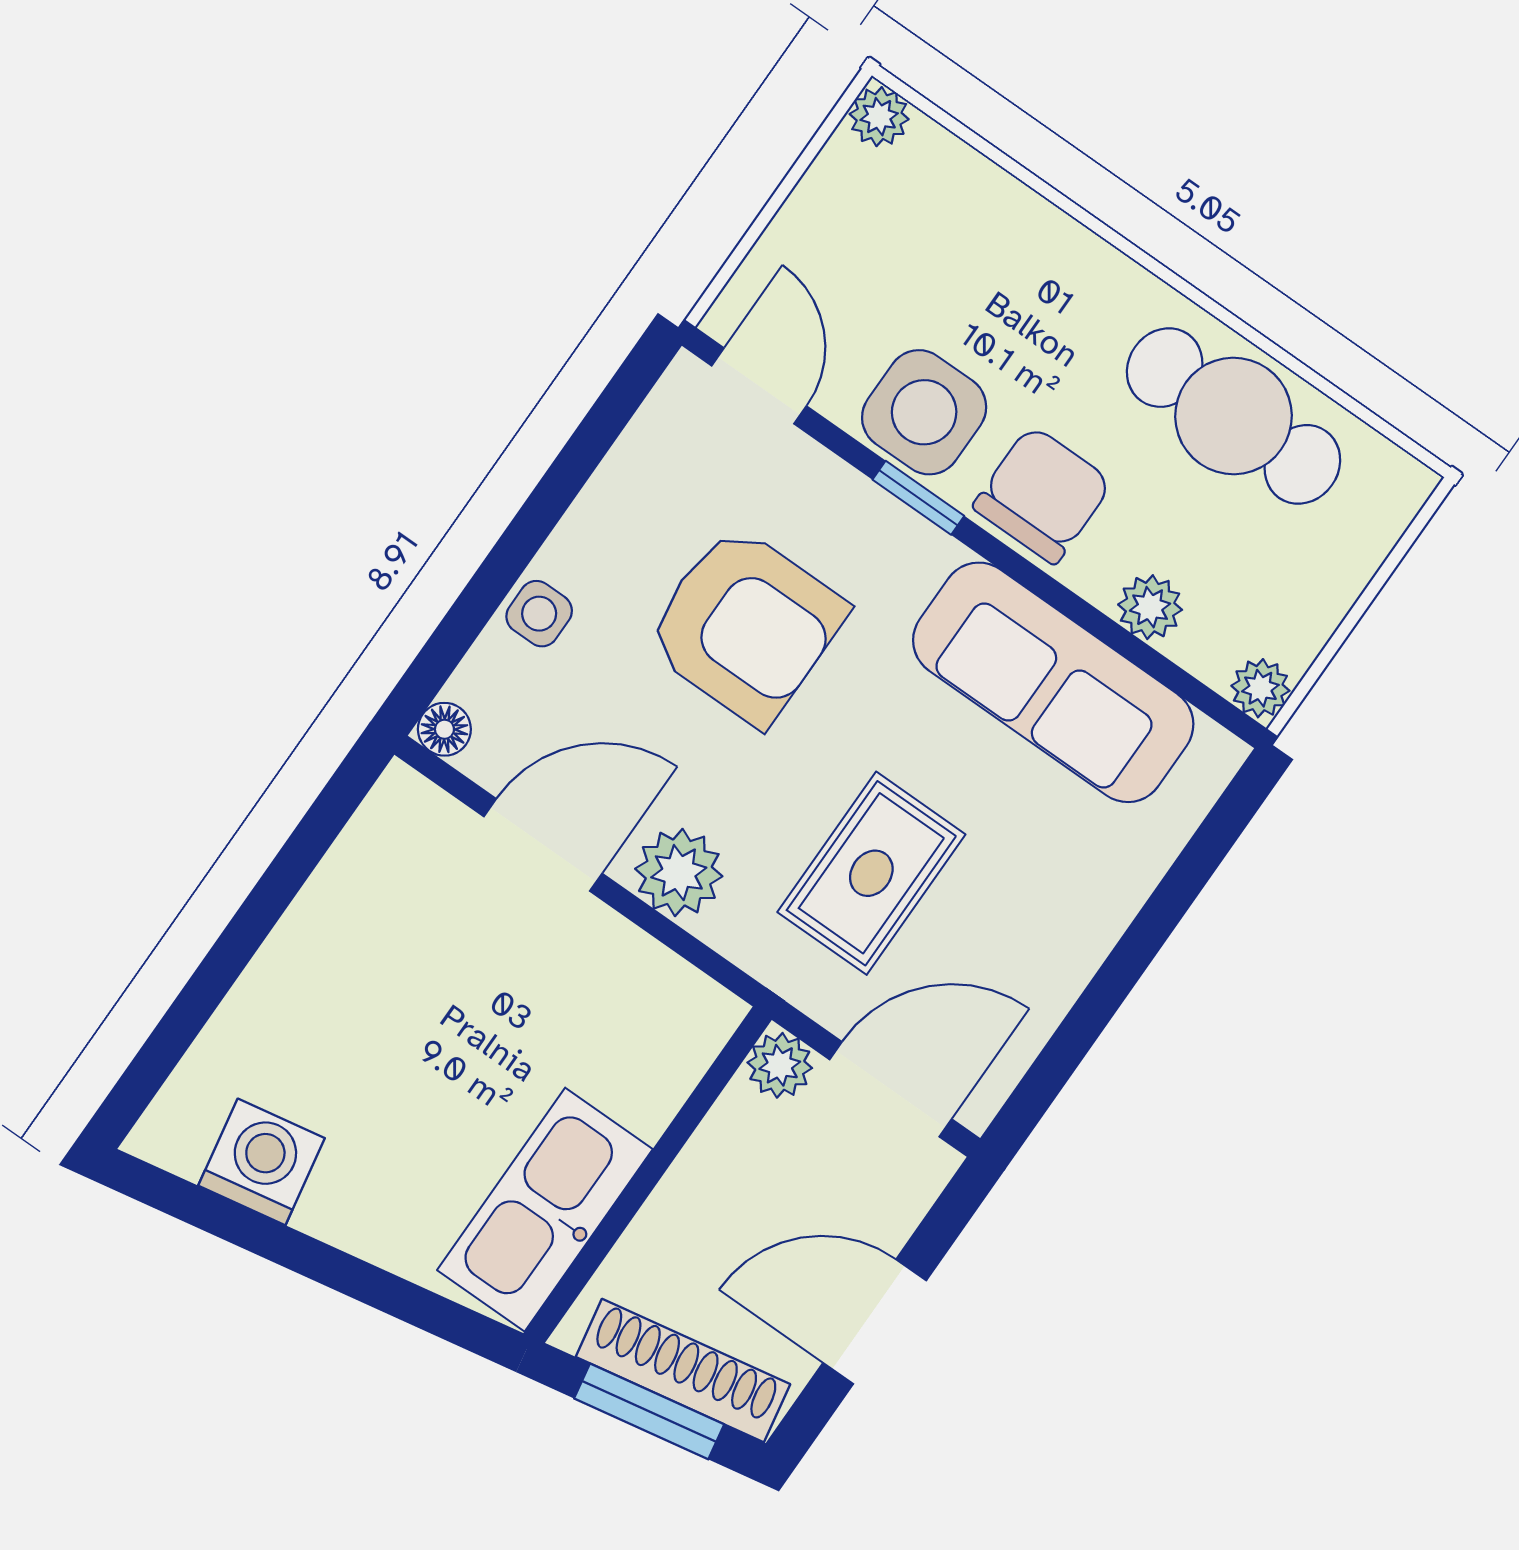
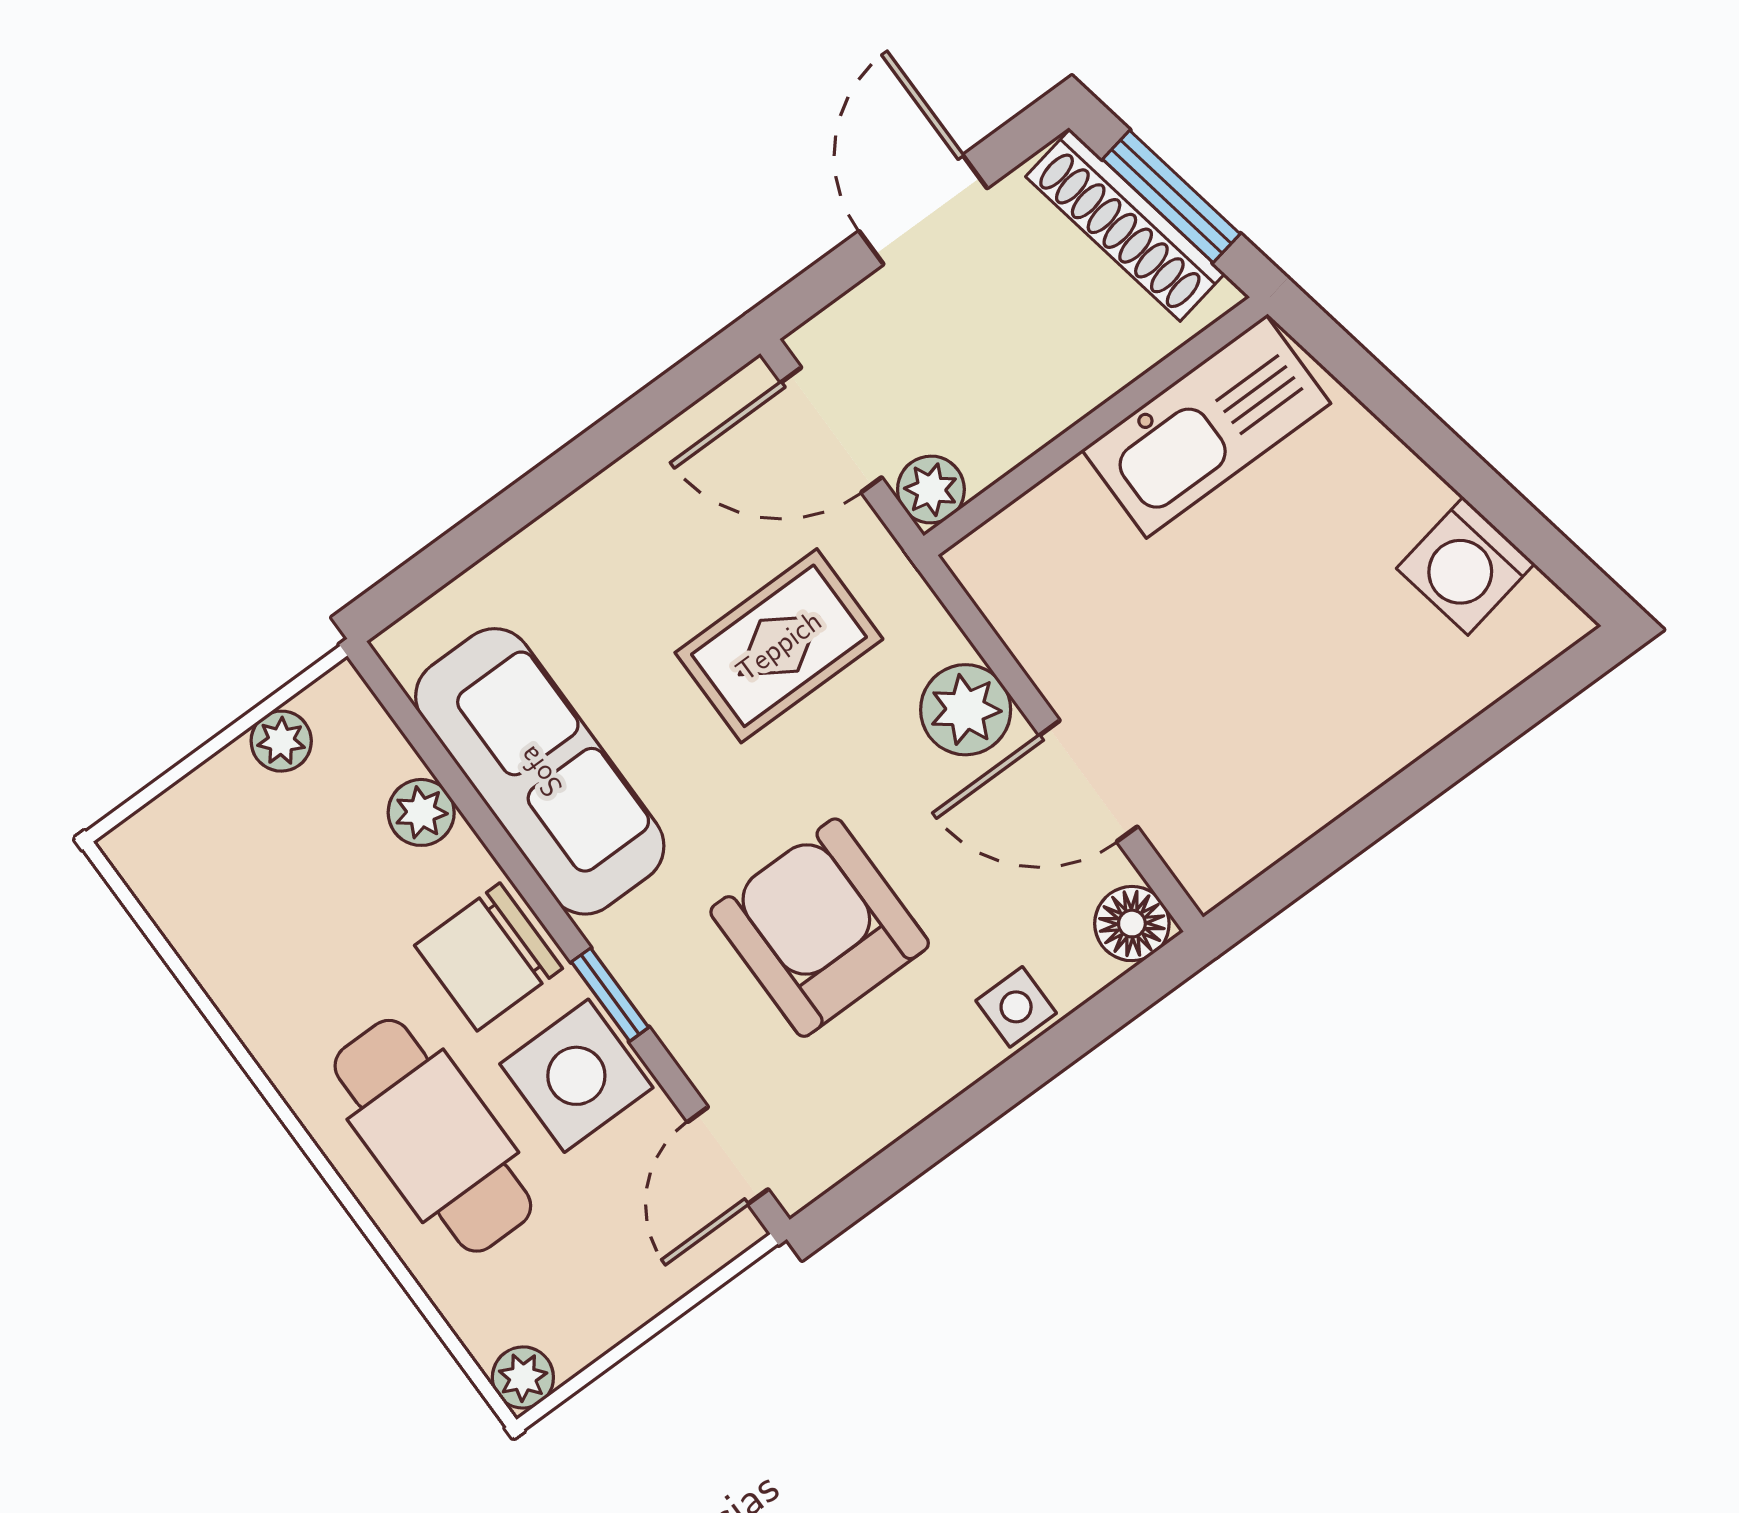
cafe table: (1234, 416) -> (433, 1136), moved
plant: (1260, 688) -> (281, 741), moved
floor lamp: (444, 729) -> (1132, 924), width x1.37, depth x1.37
door: (875, 1322) -> (923, 210), swing flipped

